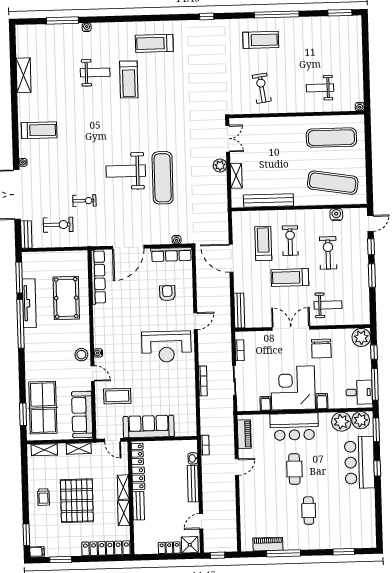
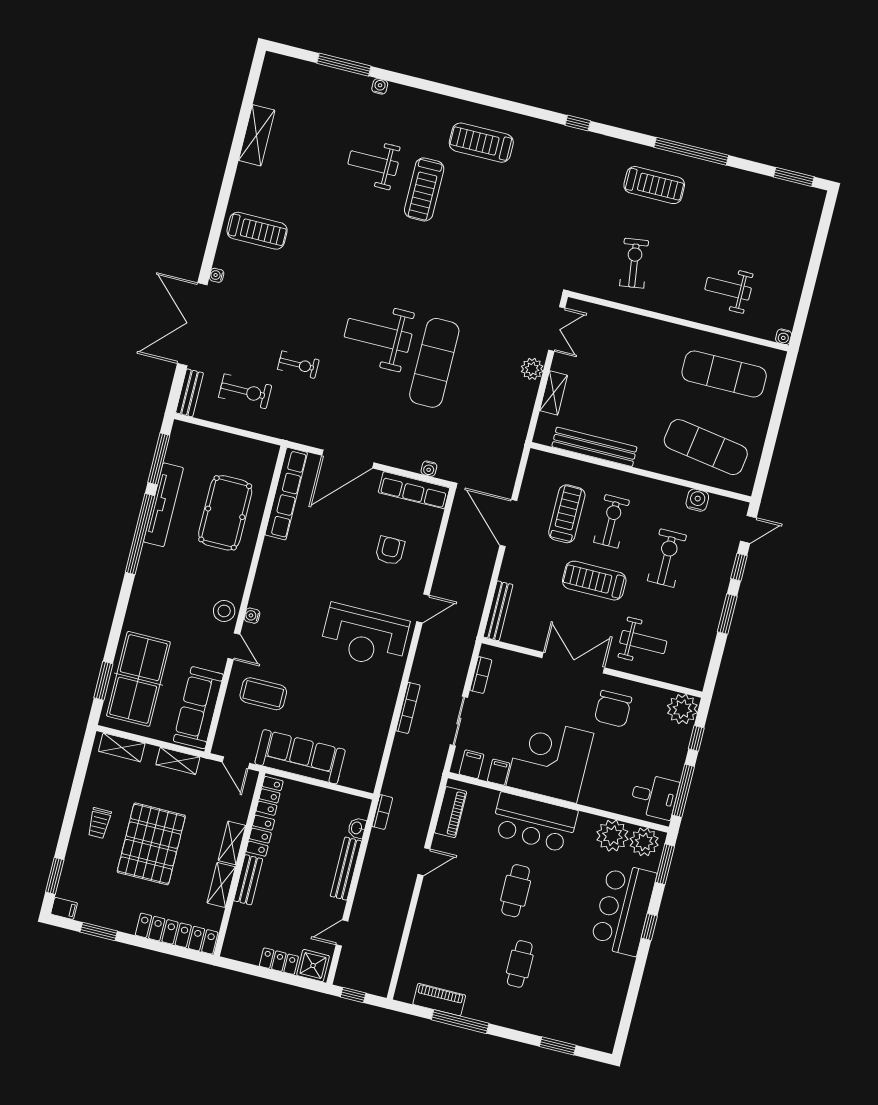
weight bench: (95, 73) -> (373, 163), turned 180
filing cabinet: (322, 401) -> (472, 764), moved

